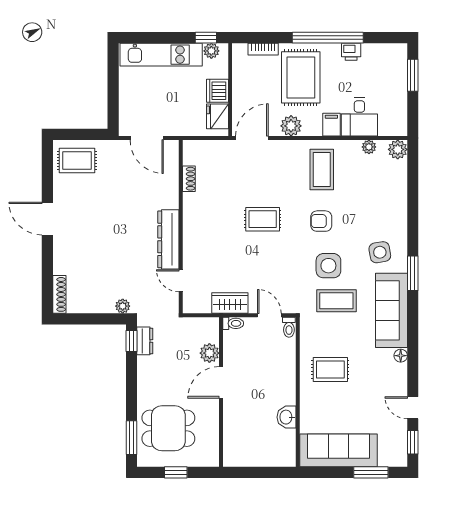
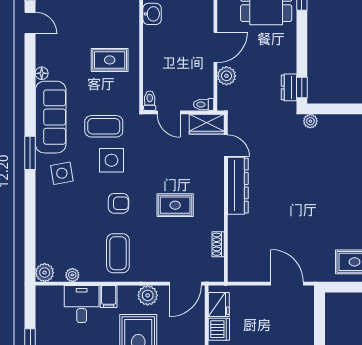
shoe rack: (189, 179) -> (218, 244), moved
wall: (181, 227) -> (226, 198), moved
dresser: (168, 239) -> (238, 186), moved
door: (181, 281) -> (226, 146), moved

